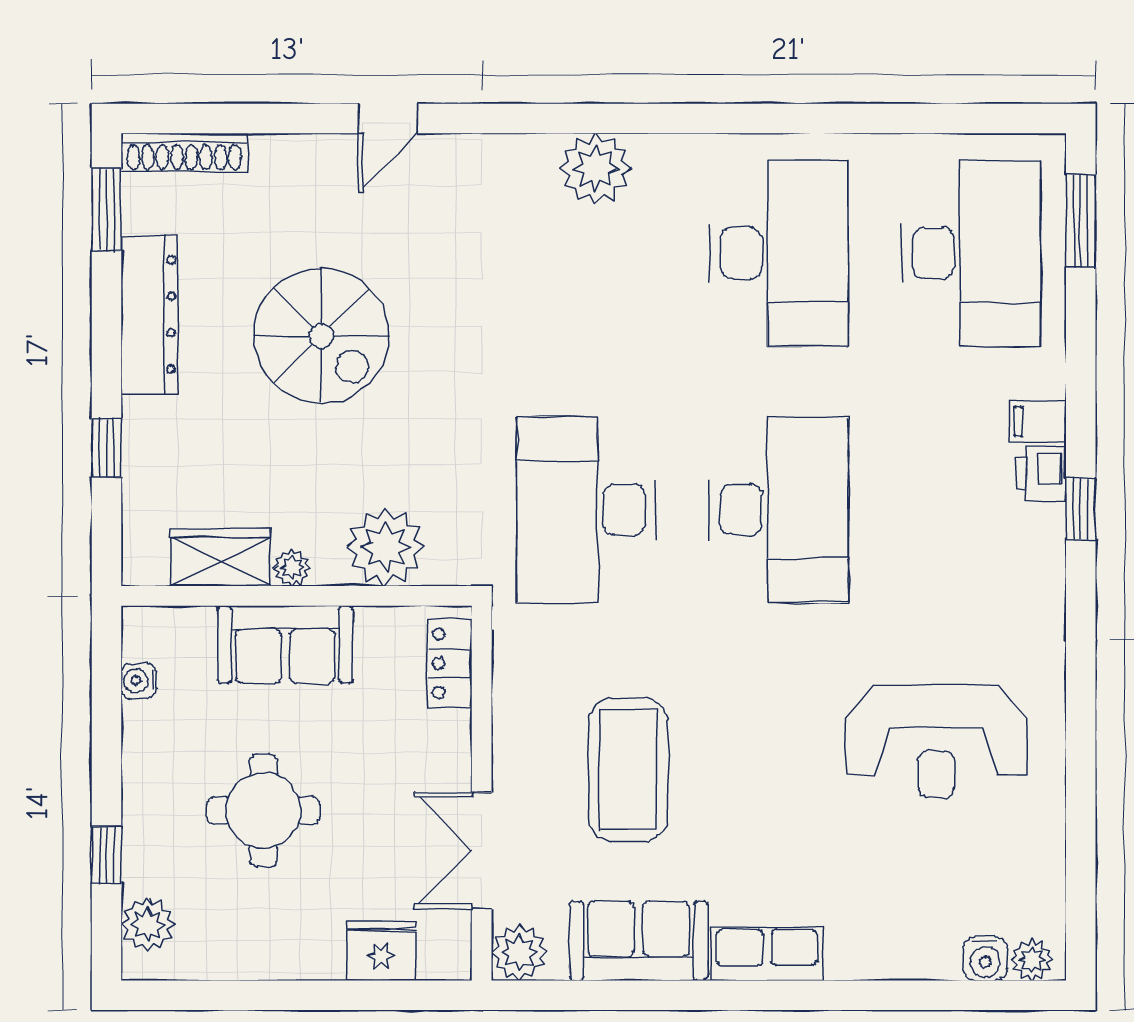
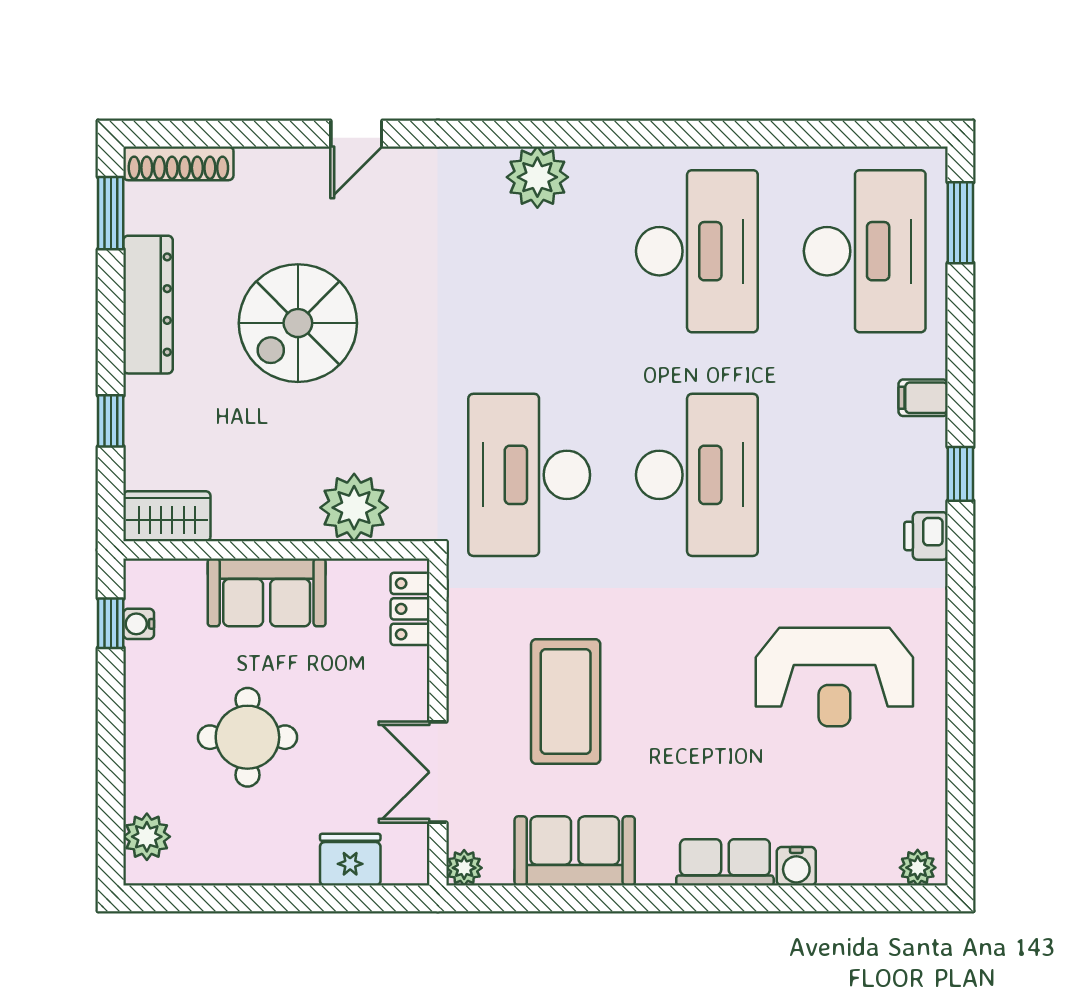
spiral stairs: (321, 336) -> (298, 323), turned 90
printer: (1041, 474) -> (926, 536), moved
wardrobe: (220, 557) -> (167, 516), moved
plant: (292, 568) -> (272, 526), removed
window: (106, 855) -> (111, 623), moved
plant: (519, 953) -> (464, 868), width x0.73, depth x0.73
row of seats: (767, 954) -> (725, 862), moved
water cooler: (985, 958) -> (796, 866), moved

